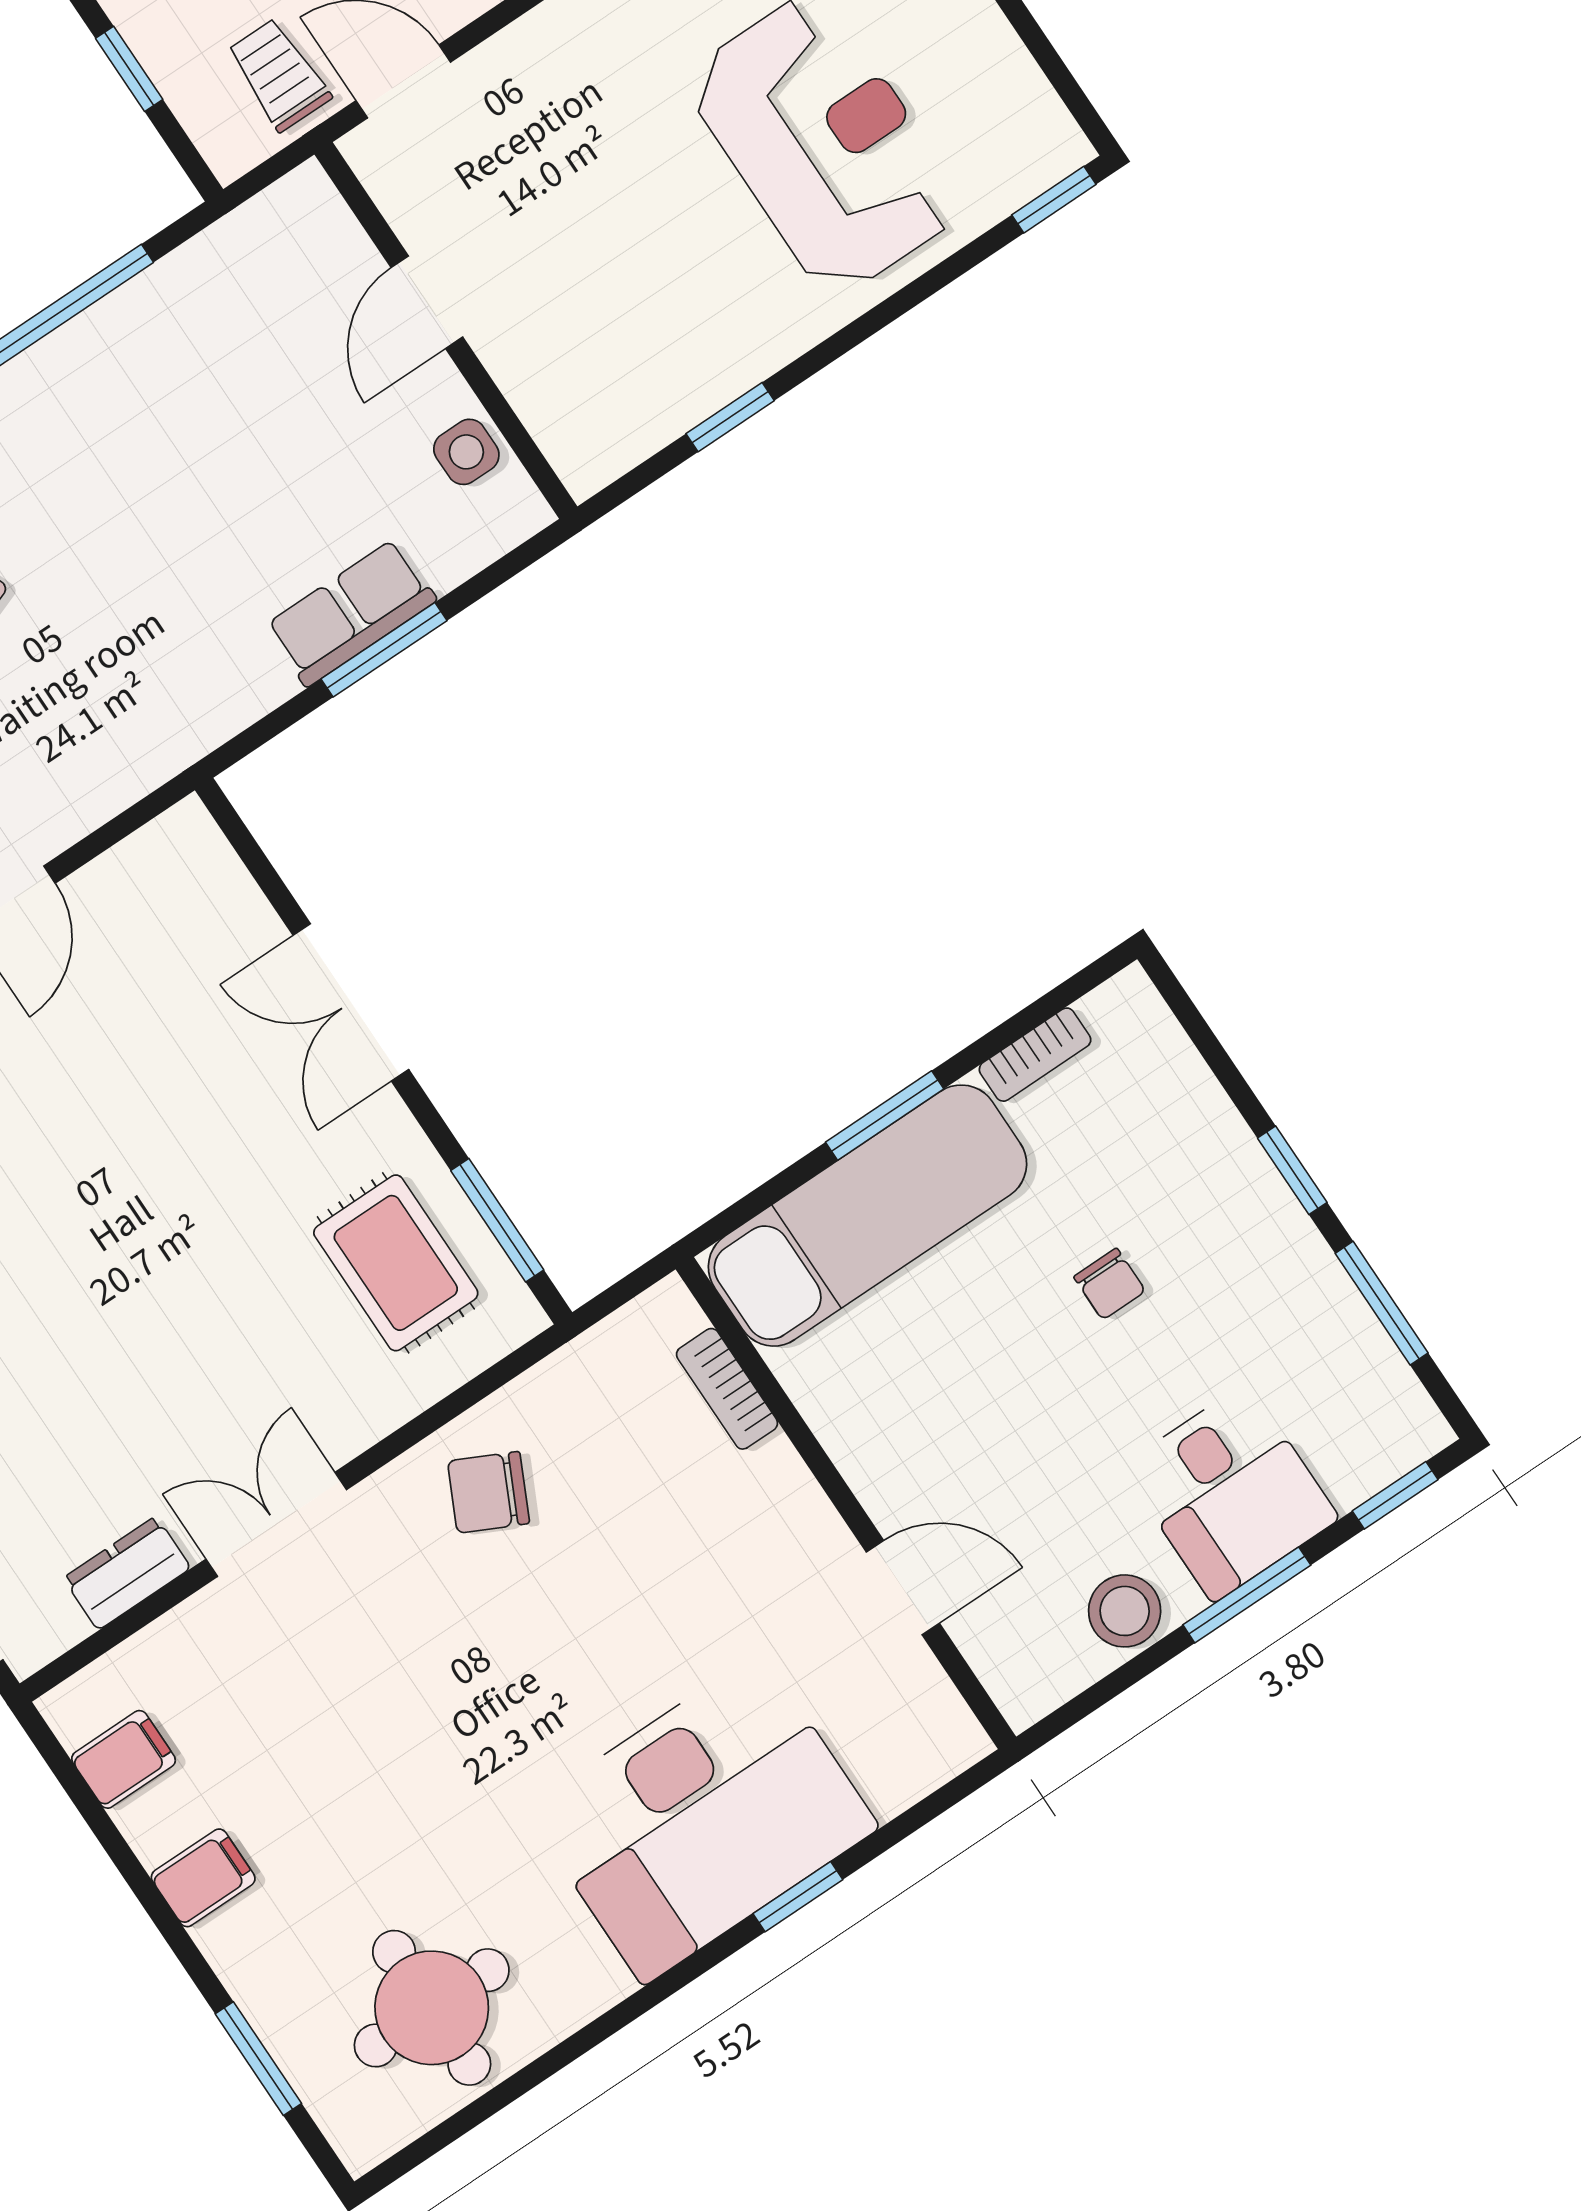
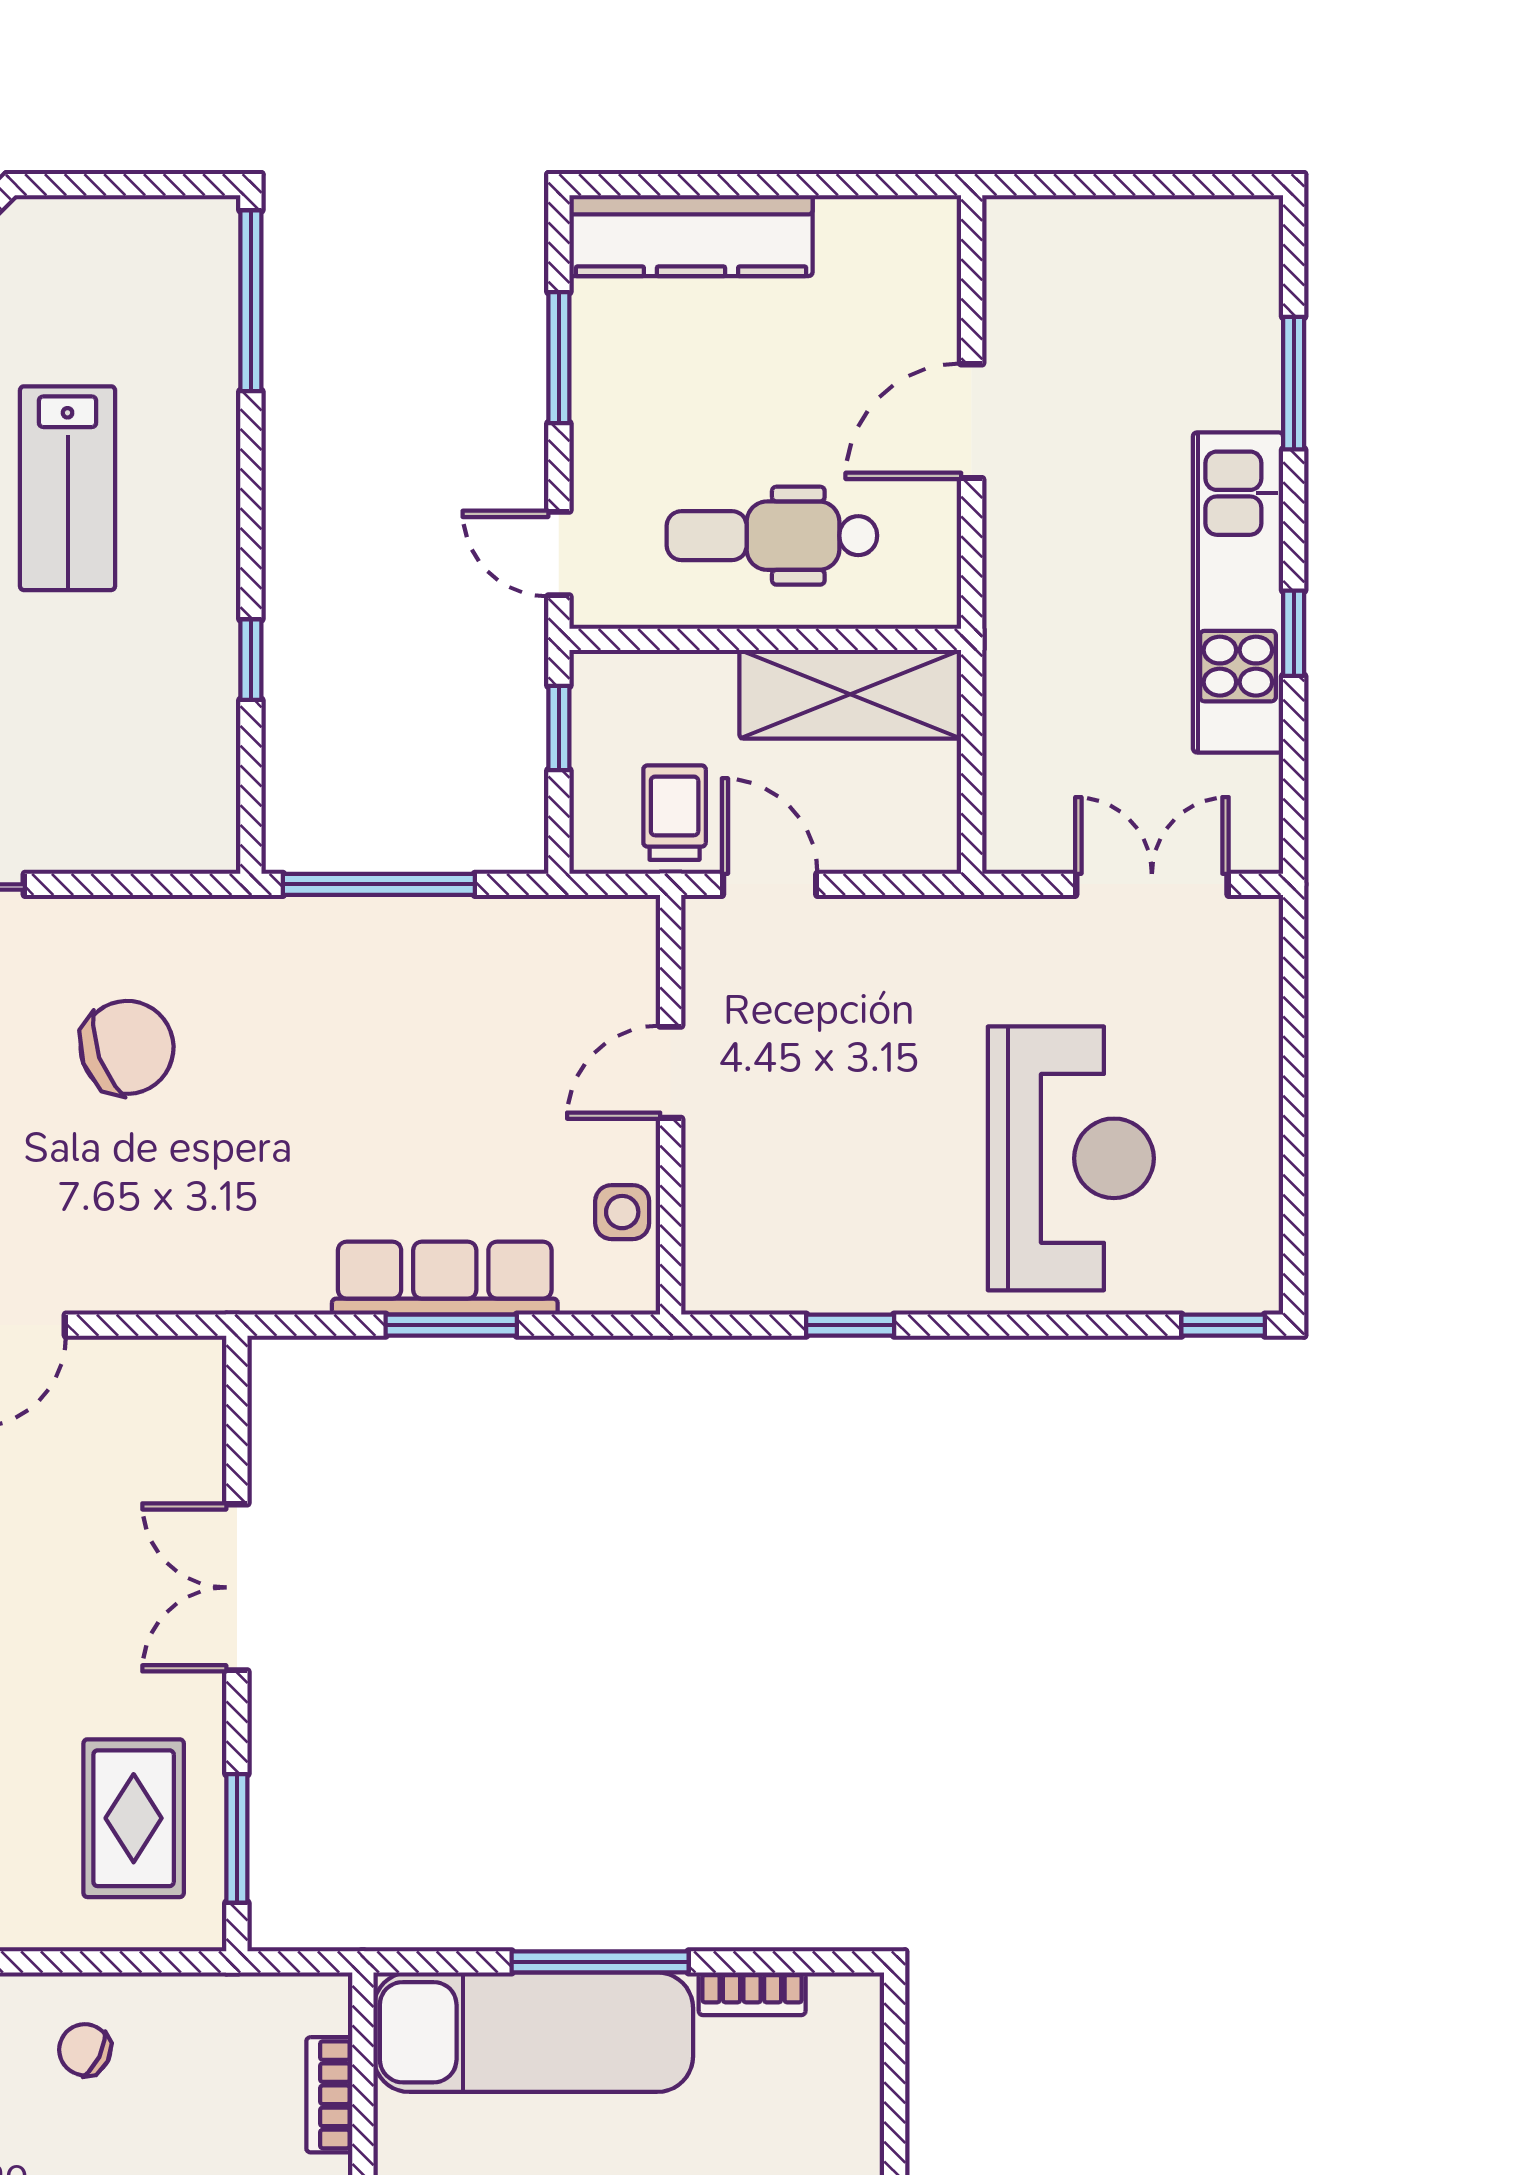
row of seats: (351, 613) -> (445, 1278), width x1.48
window: (885, 1116) -> (600, 1962), width x1.44
chair: (489, 1492) -> (85, 2050), width x0.73, depth x0.73

